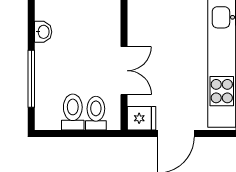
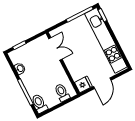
double door: (124, 71) -> (55, 49), moved
toilet: (73, 112) -> (39, 104), moved

